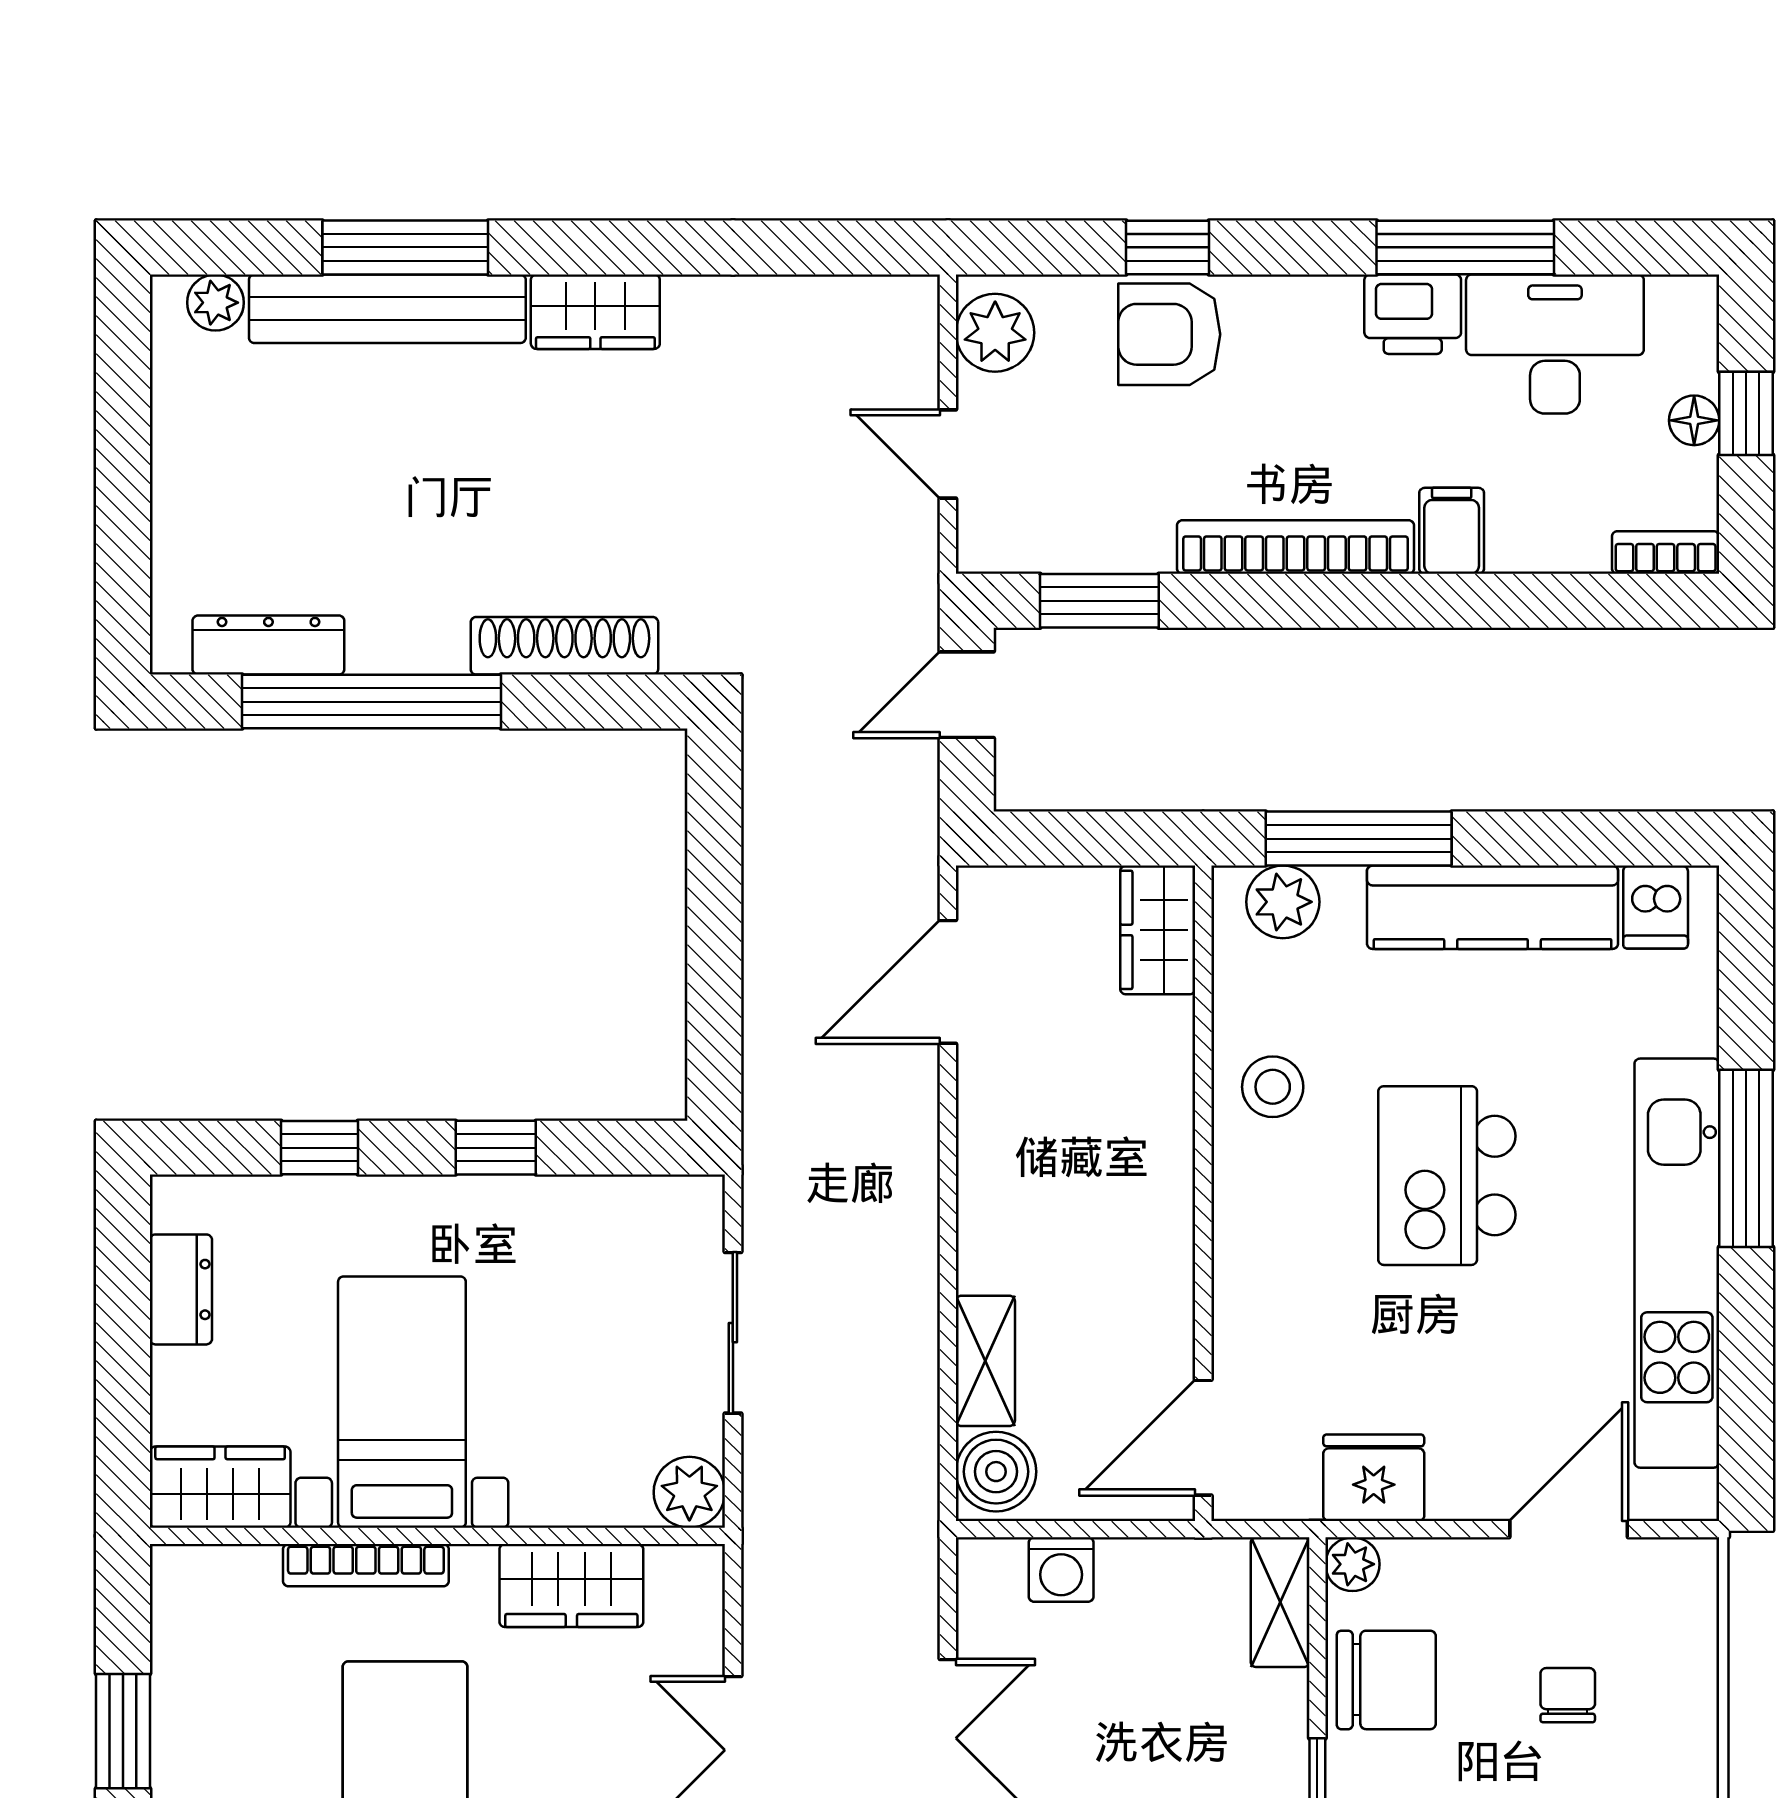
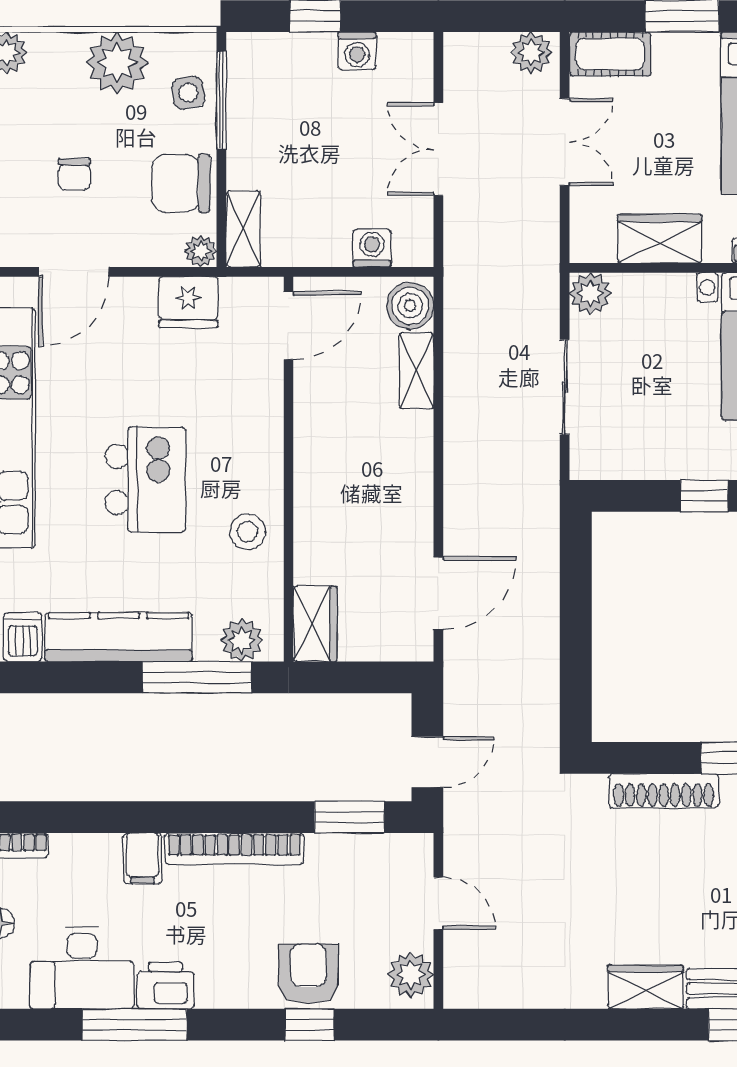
armchair: (1169, 334) -> (308, 974), turned -90

